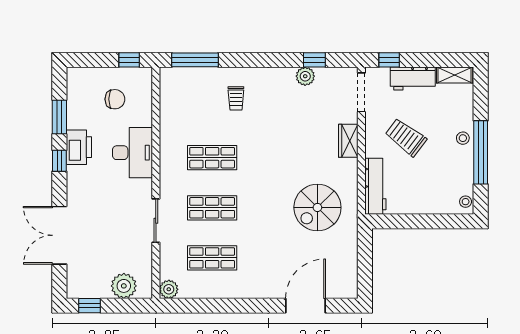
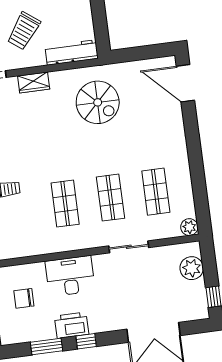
chair: (115, 99) -> (24, 298), turned -90
door: (305, 306) -> (185, 83), moved

